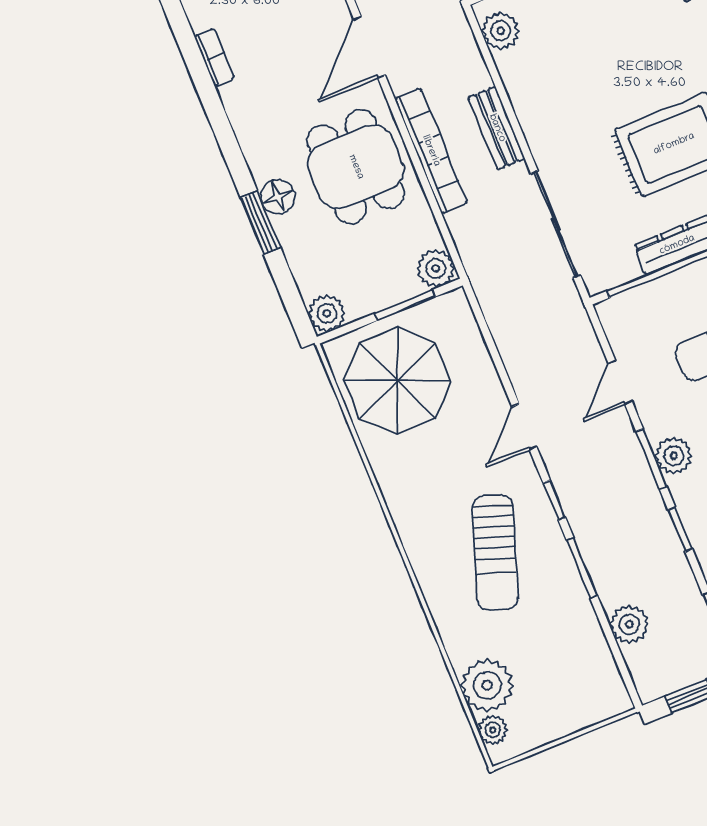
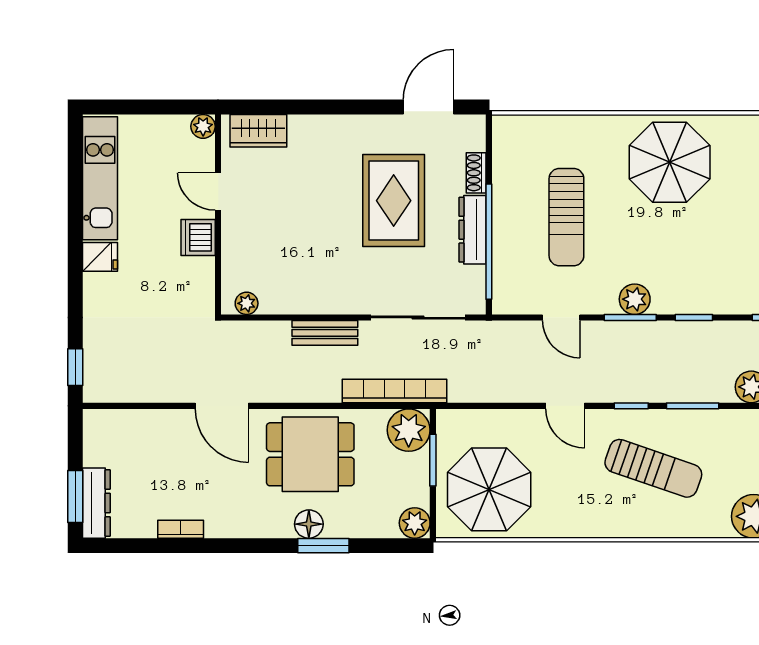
plant: (501, 31) -> (247, 303), width x0.73, depth x0.73
bookcase: (431, 151) -> (395, 391), moved
plant: (436, 268) -> (409, 430), width x1.36, depth x1.36

